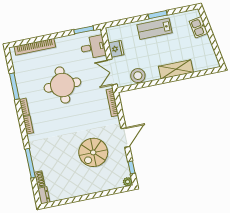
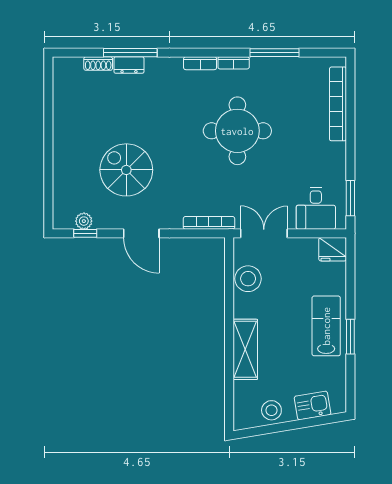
fridge: (116, 49) -> (333, 249), moved
stool: (205, 49) -> (271, 410), added
round table: (62, 85) -> (237, 131), moved
plant: (128, 182) -> (84, 221), moved
dresser: (44, 195) -> (129, 65), moved

